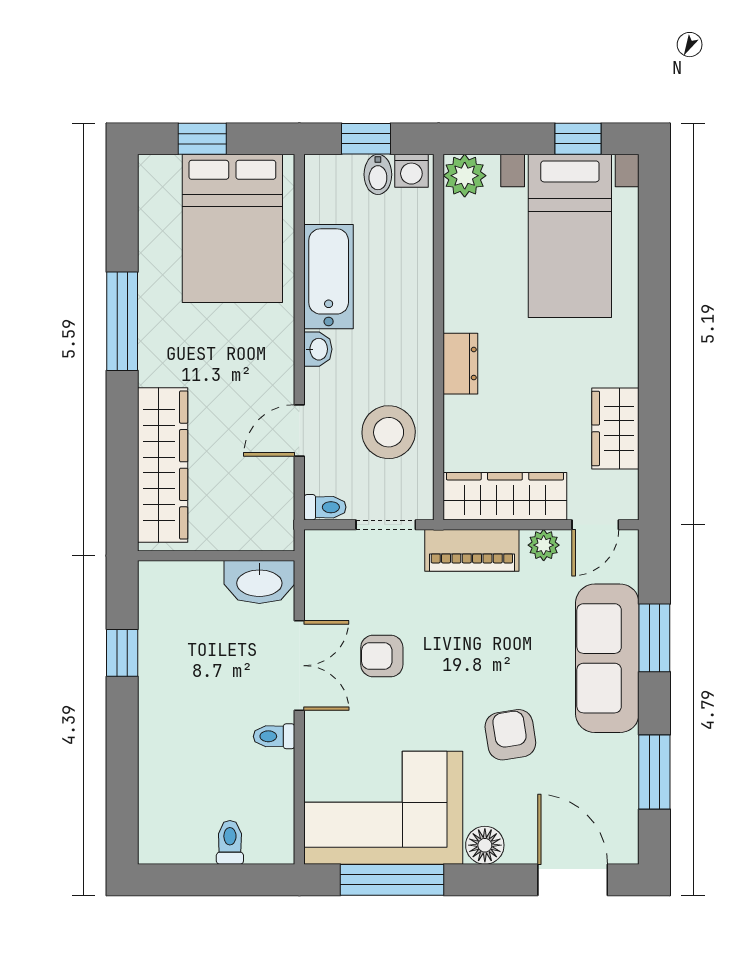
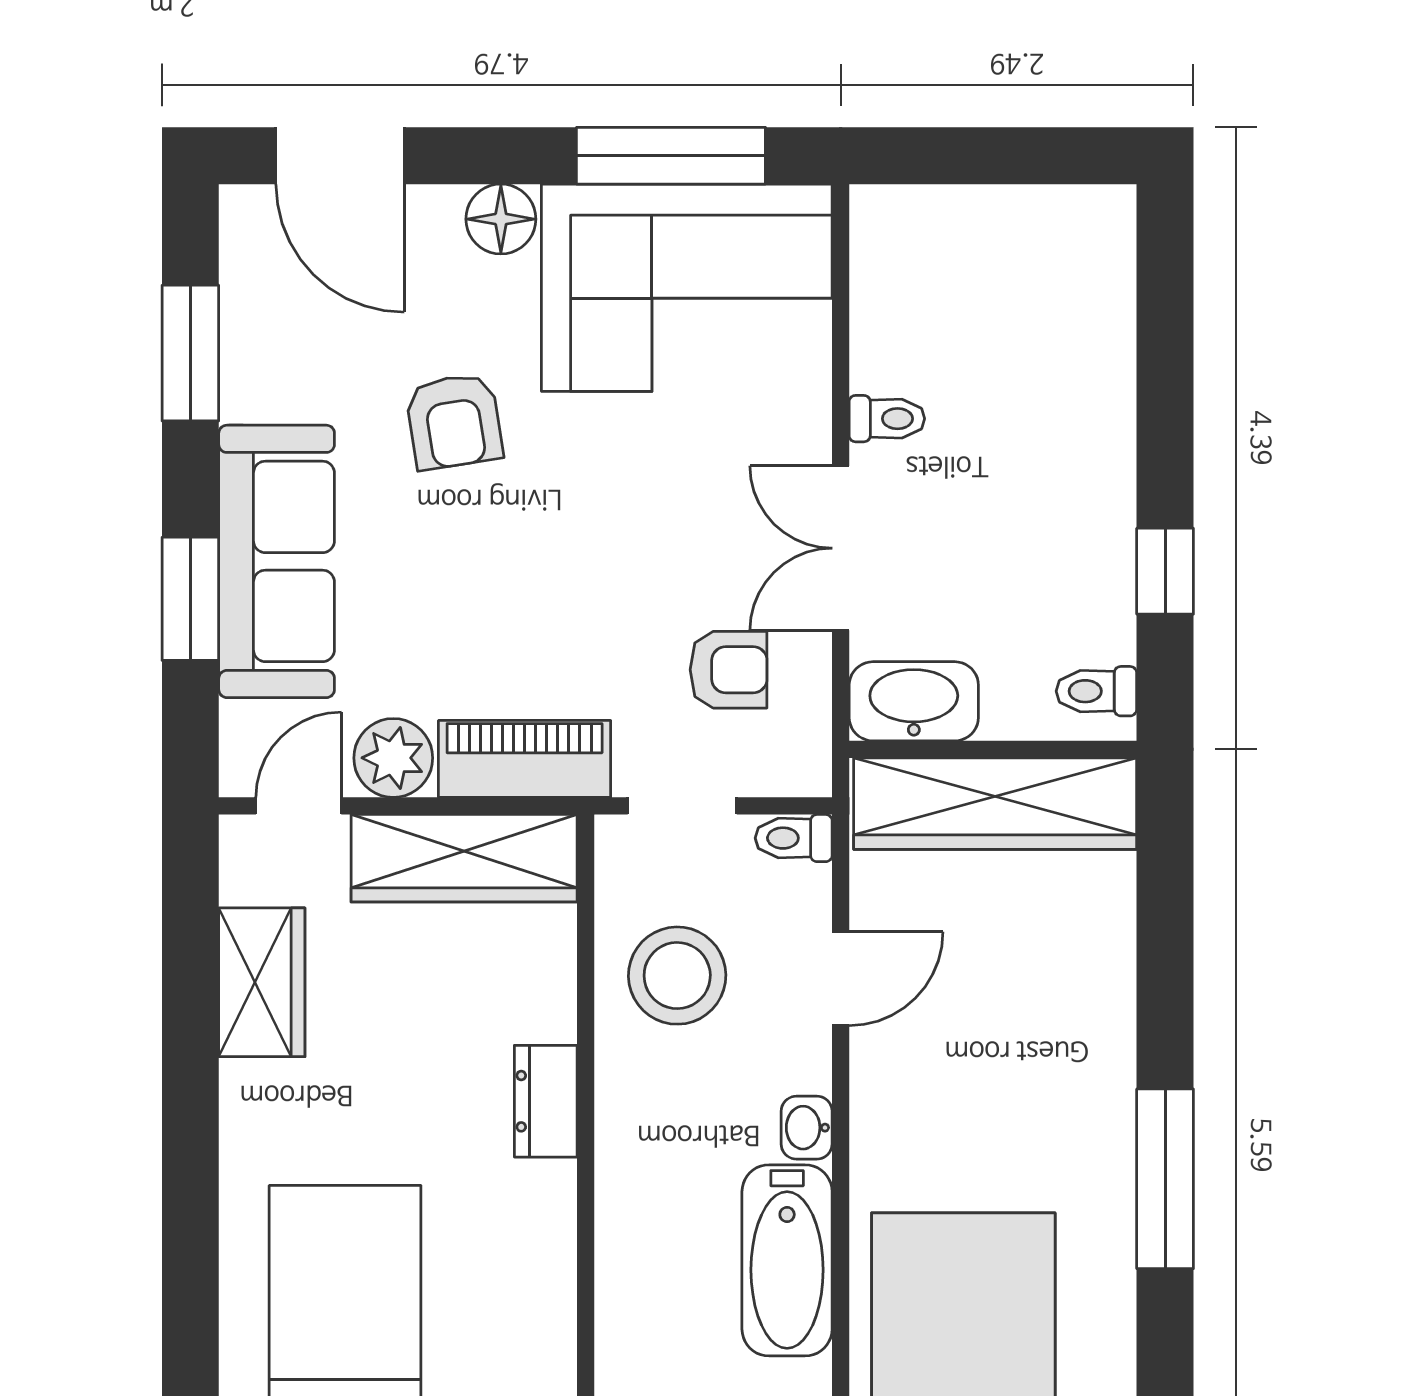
wardrobe: (163, 465) -> (995, 804), moved, turned -90
plant: (544, 545) -> (393, 758), width x1.38, depth x1.38
armchair: (382, 656) -> (729, 670), moved
toilet: (230, 842) -> (1096, 691), moved, turned 90

